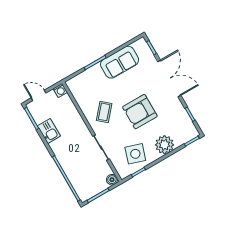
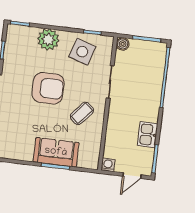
sofa: (120, 62) -> (56, 152), moved
door: (39, 95) -> (132, 176), hinge flipped

